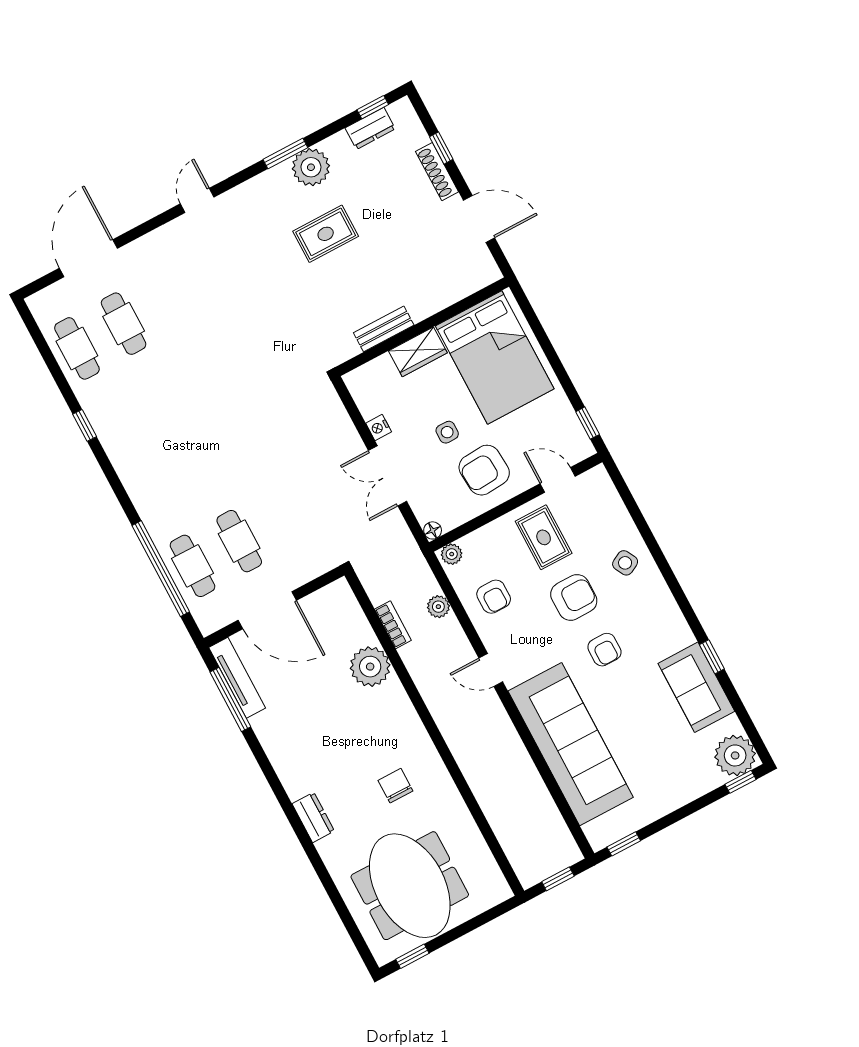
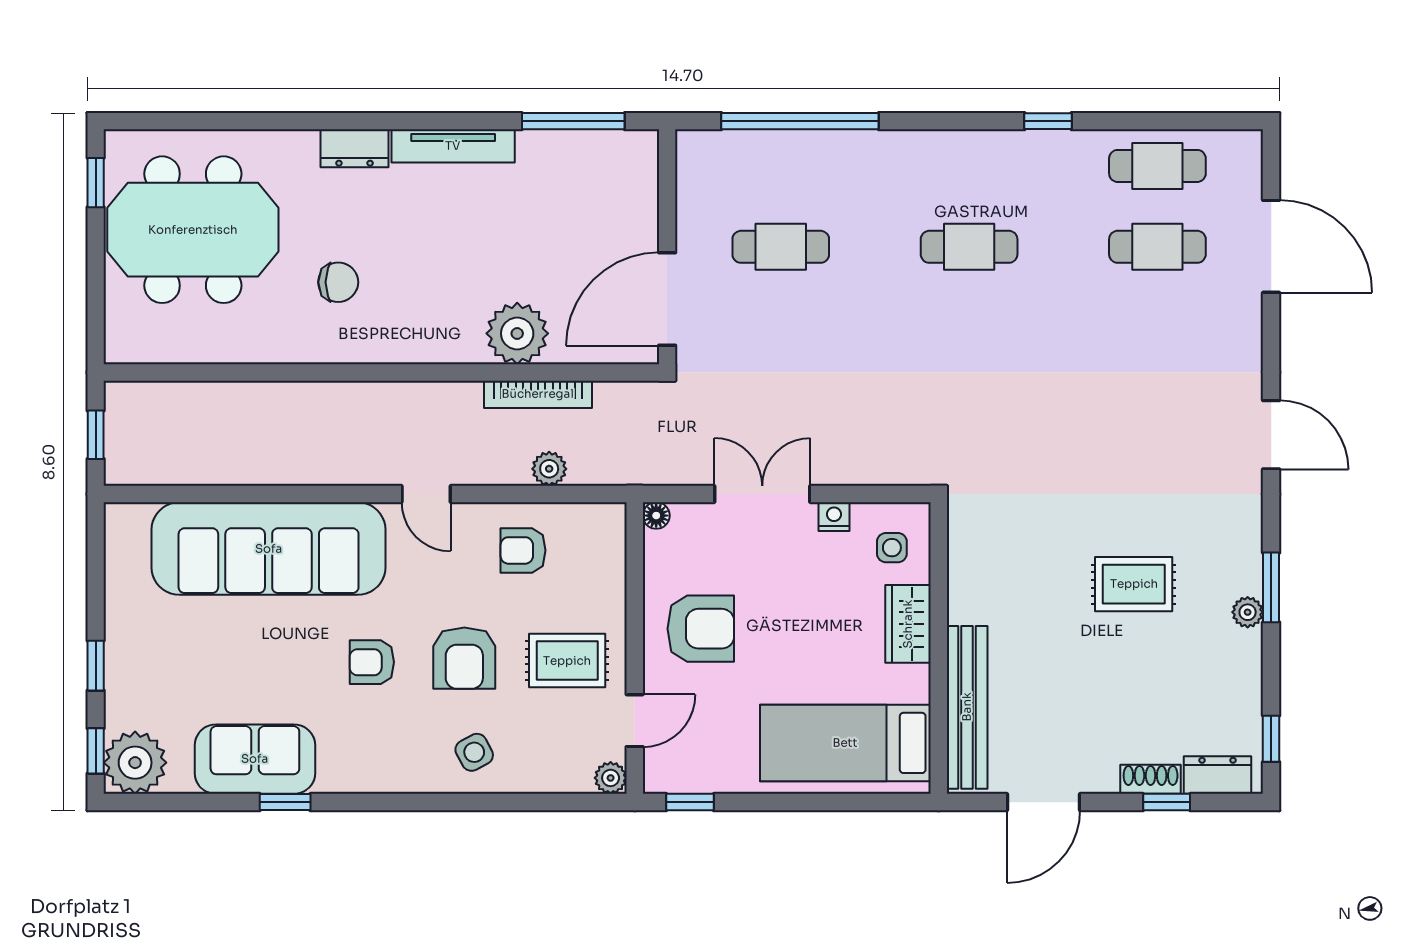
dresser: (370, 128) -> (1218, 775), moved, turned 90
plant: (311, 167) -> (1248, 612), width x0.53, depth x0.53
shoe rack: (437, 172) -> (1151, 779), width x0.70
door: (197, 200) -> (1271, 435), width x1.38
rug: (326, 234) -> (1134, 584), turned 90
bench: (384, 329) -> (967, 707), moved, width x1.86, depth x1.21
bed: (495, 357) -> (845, 743), width x0.67
side table: (447, 432) -> (892, 548), moved
armchair: (484, 470) -> (701, 629), turned 94
plant: (452, 554) -> (611, 778), moved
cafe table: (193, 566) -> (969, 247), moved
door: (267, 610) -> (667, 299), moved
bookcase: (393, 625) -> (538, 394), width x1.56
door: (491, 670) -> (426, 494), swing flipped
tv unit: (237, 678) -> (453, 146), moved
window: (624, 844) -> (96, 666), moved

